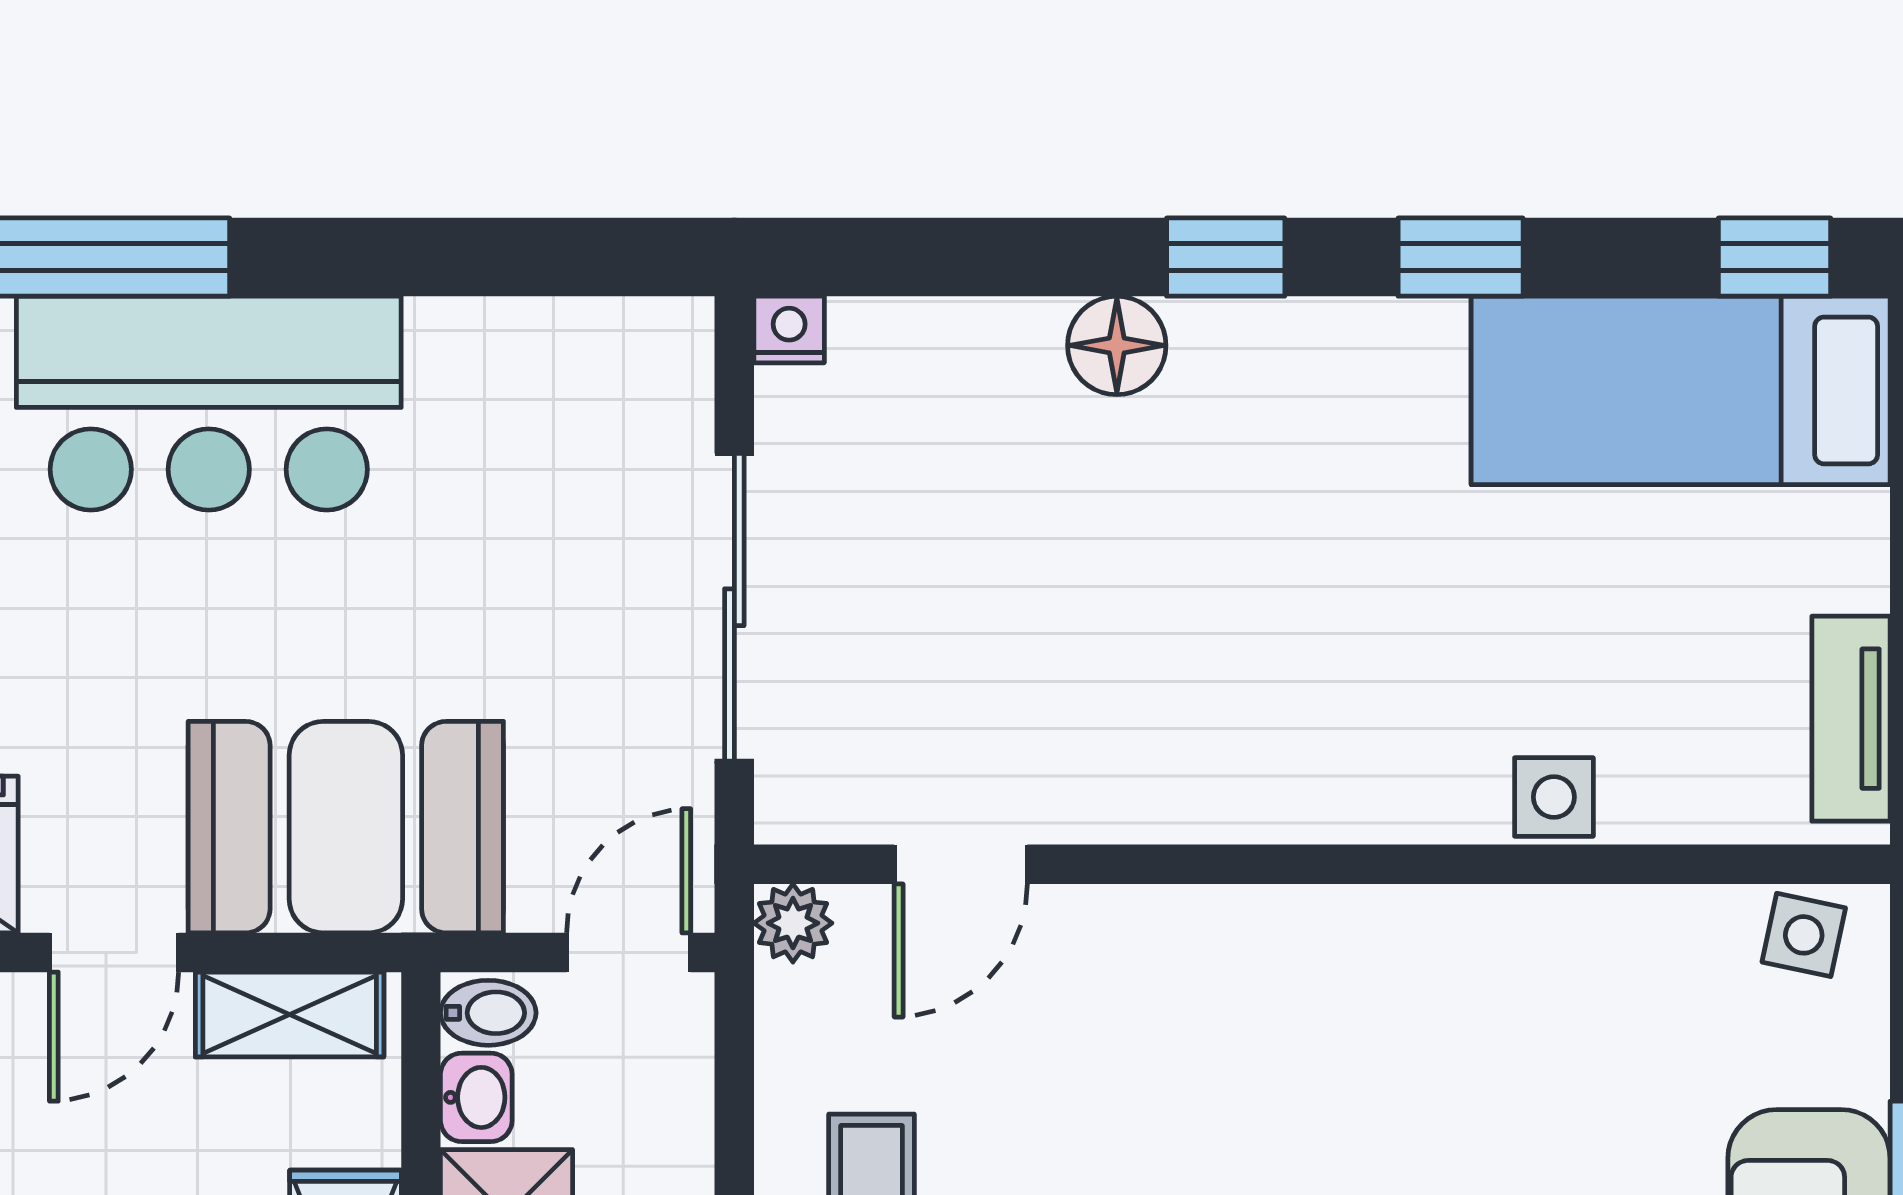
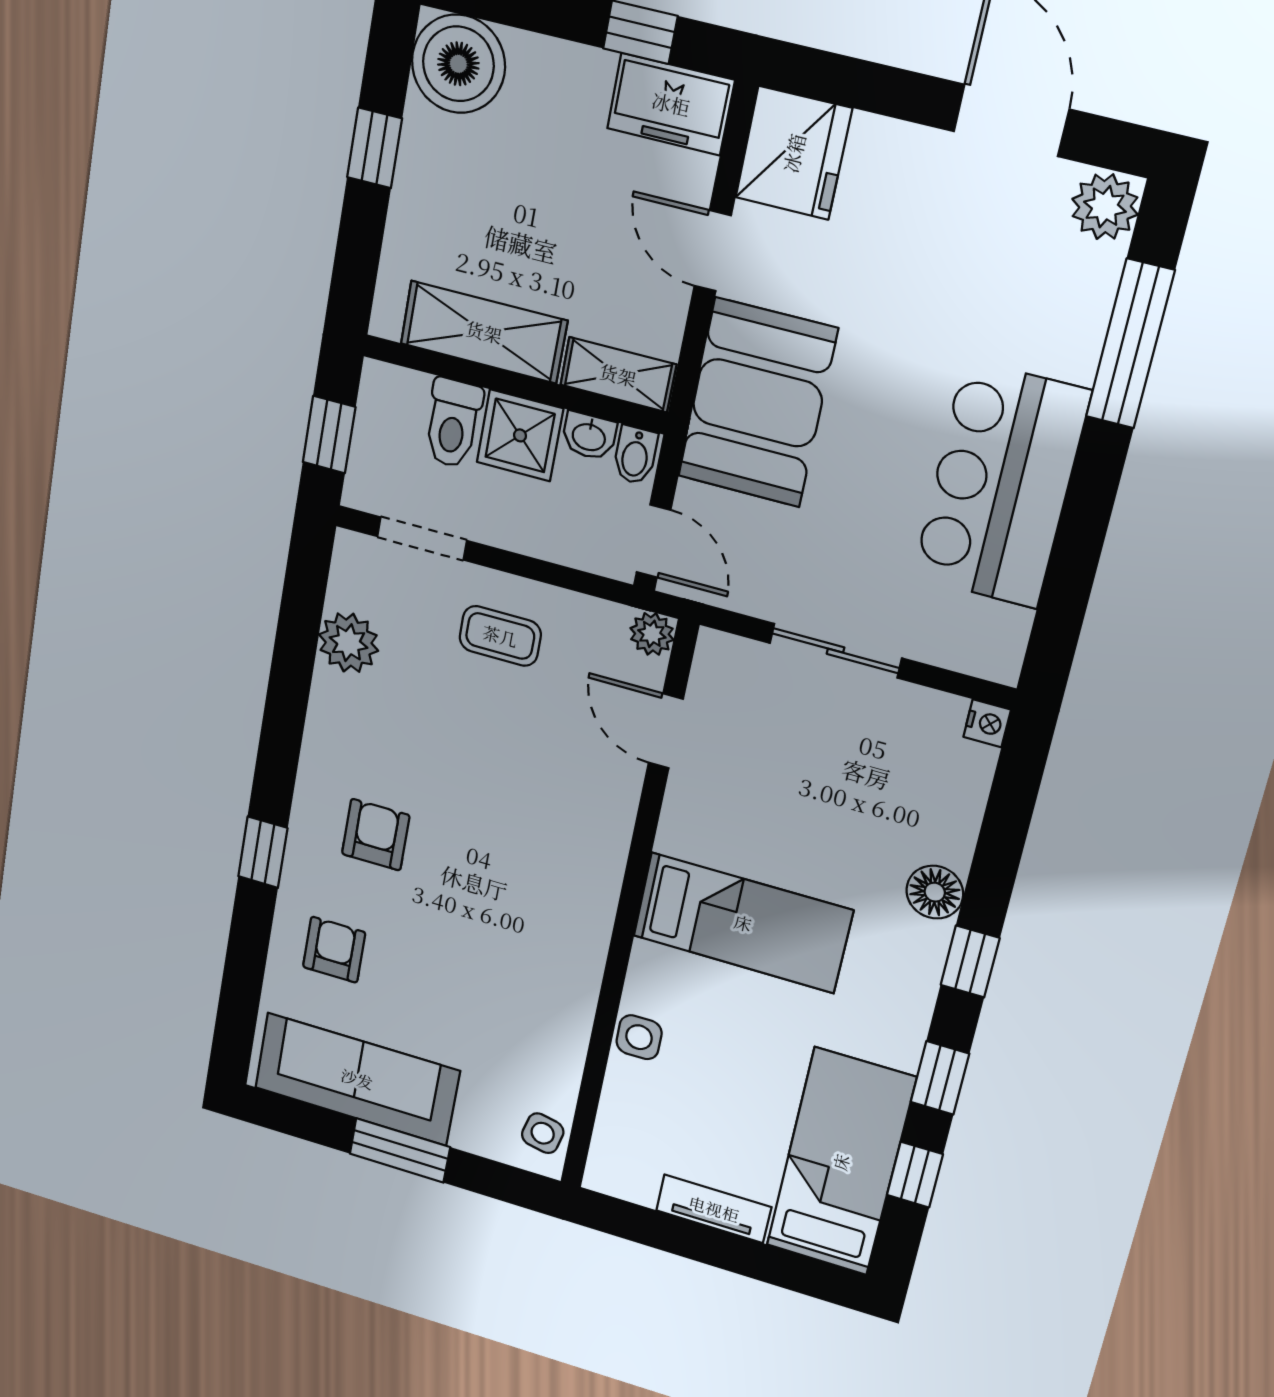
window: (1774, 257) -> (915, 1175), moved
bar counter: (209, 403) -> (1001, 485), moved
sliding door: (734, 607) -> (836, 651), width x0.73
bed: (1276, 659) -> (743, 923), added
tv unit: (1851, 719) -> (714, 1209), moved
shelving: (290, 1015) -> (618, 375), moved, turned 90

